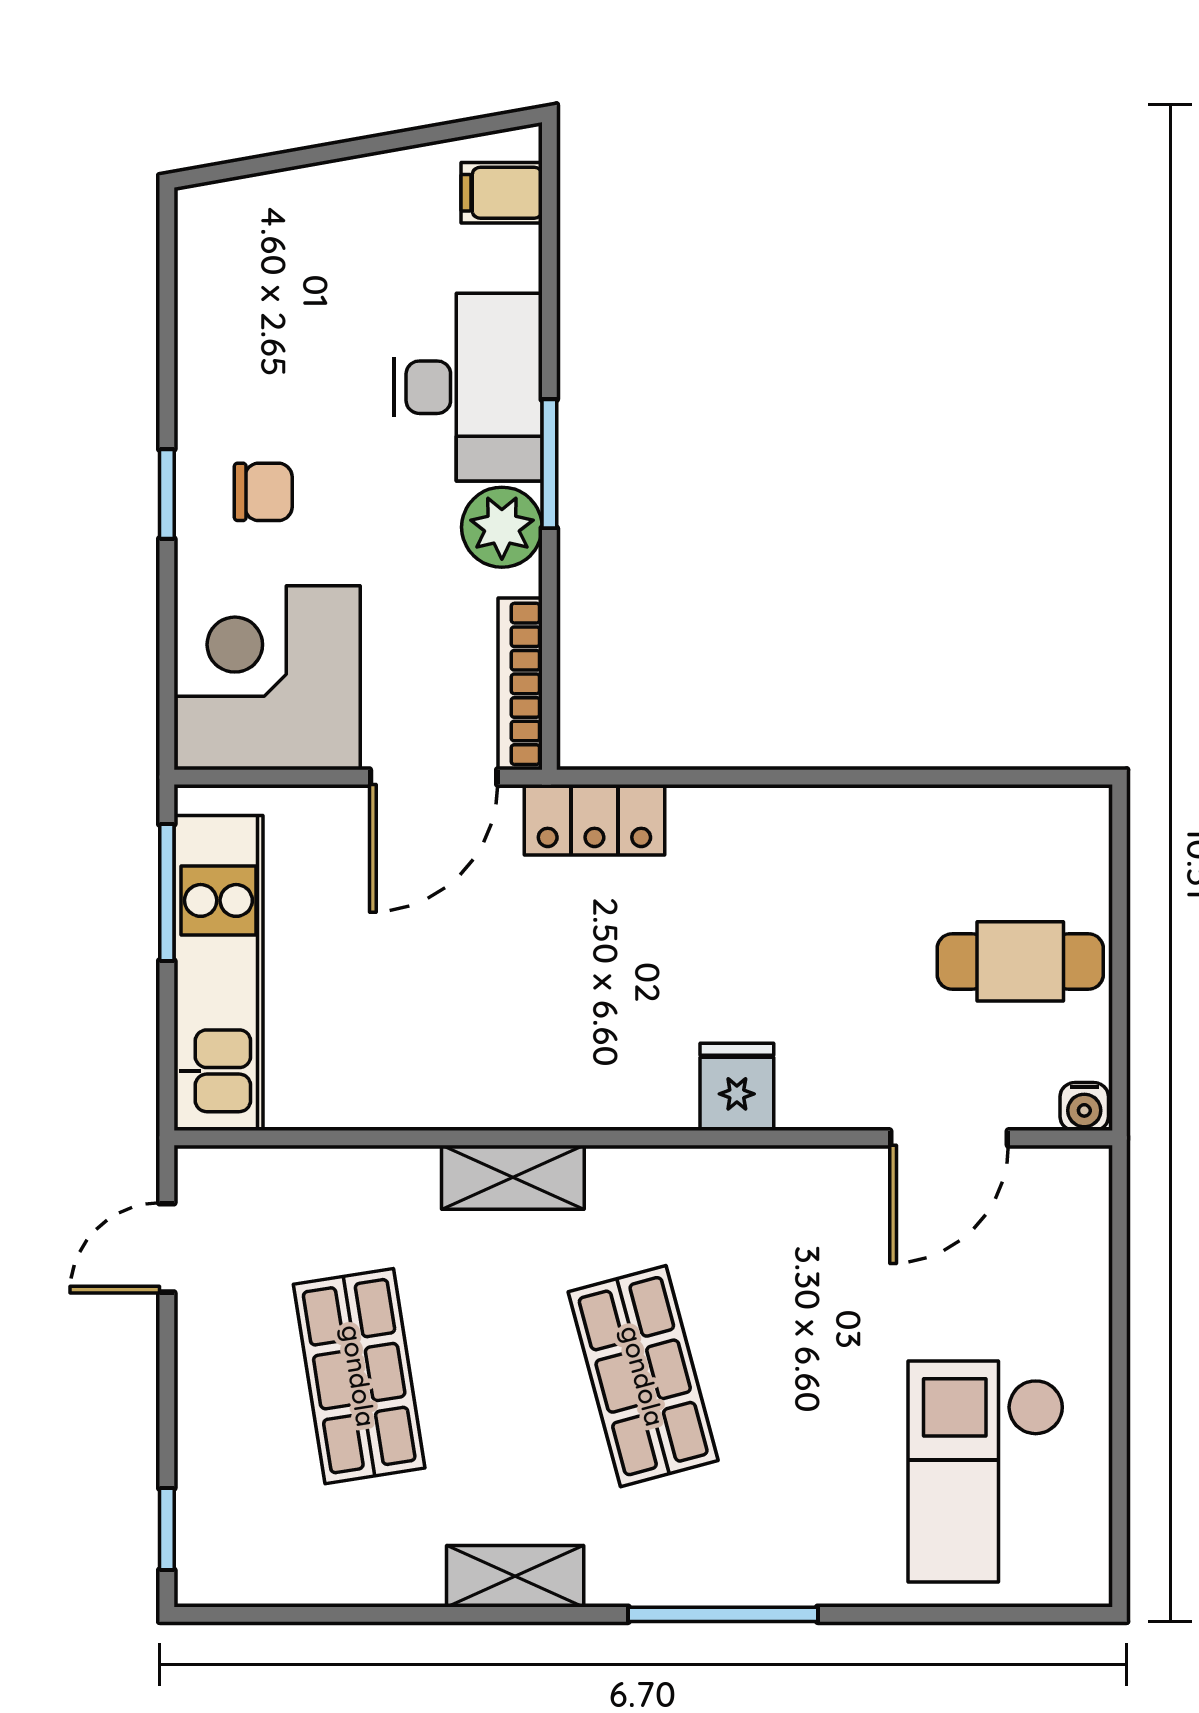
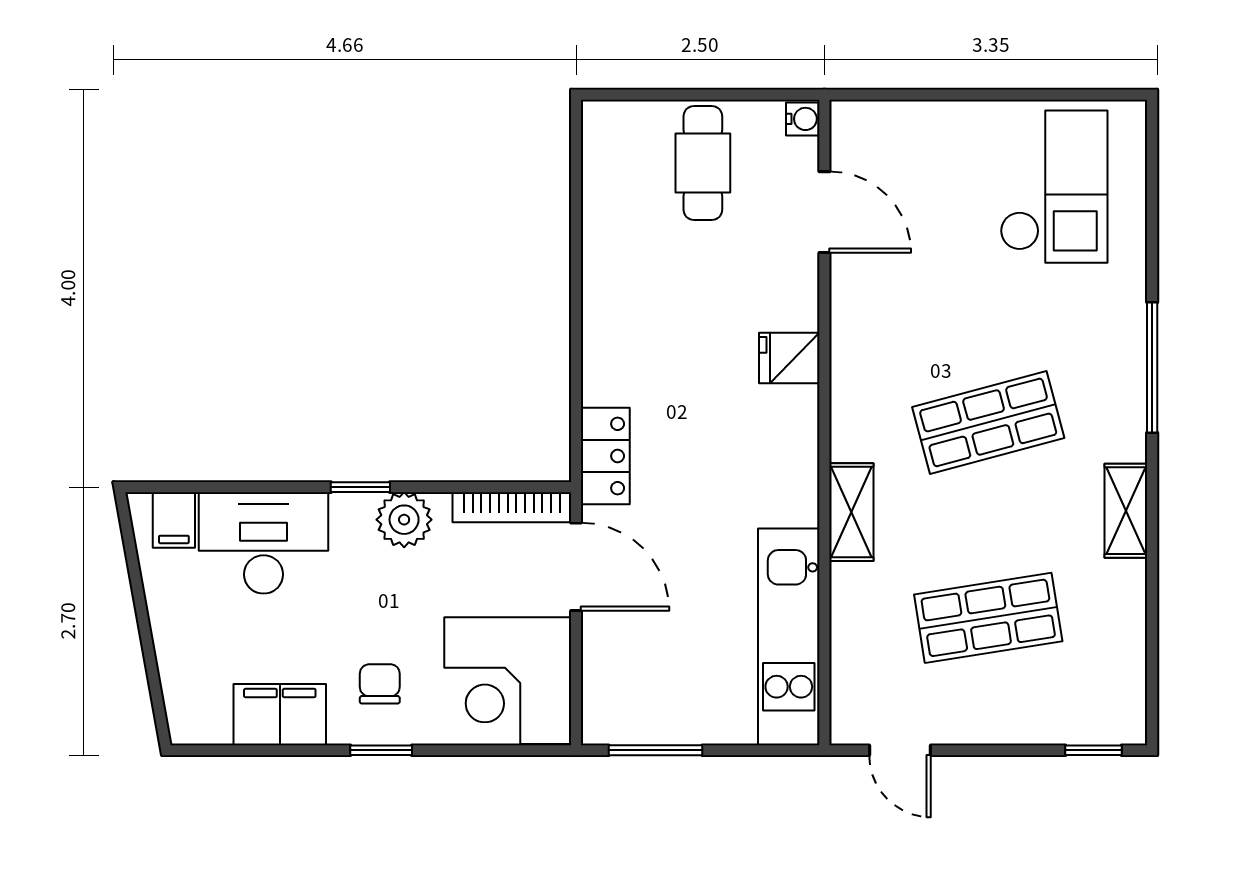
filing cabinet: (219, 347) -> (280, 715), added
desk: (468, 387) -> (264, 543), moved
window: (549, 464) -> (360, 487), width x0.67
kitchen unit: (218, 973) -> (789, 637), moved, turned -90
checkout: (986, 1472) -> (1054, 187), turned -90

